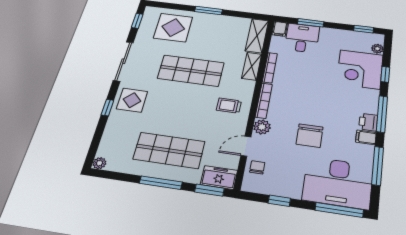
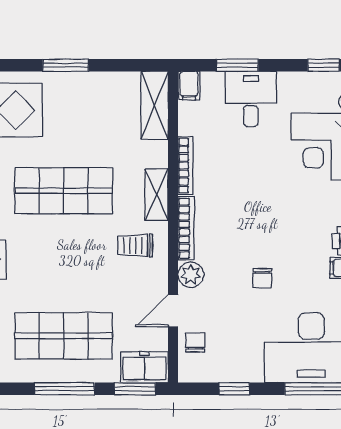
desk: (302, 38) -> (251, 99), moved
shelving: (252, 66) -> (157, 195), moved
chair: (310, 136) -> (262, 278), width x0.54, depth x0.54

